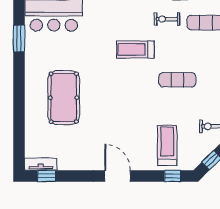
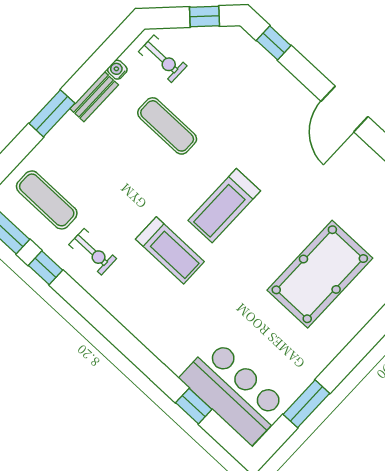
exercise mat: (177, 80) -> (167, 126), moved
treadmill: (167, 145) -> (224, 206), moved

